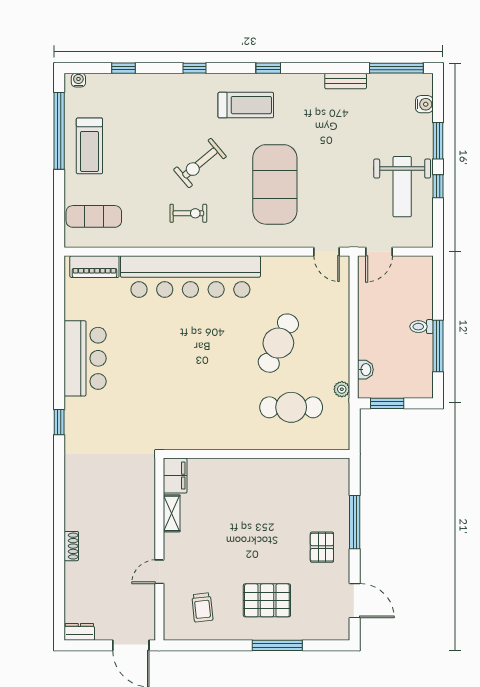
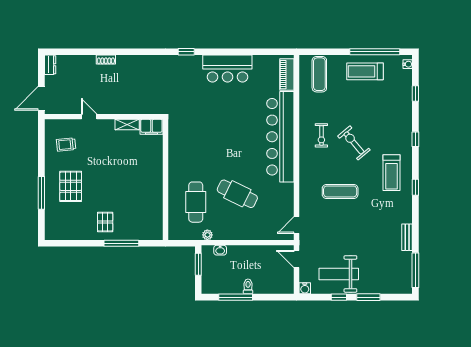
water cooler: (424, 104) -> (305, 288), moved
exercise mat: (275, 184) -> (340, 191), width x0.50, depth x0.69
pallet: (322, 547) -> (105, 222), turned 90
door: (355, 601) -> (70, 243), removed

